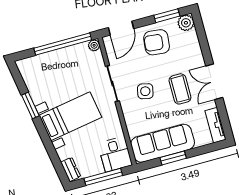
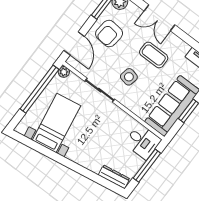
double door: (214, 82) -> (159, 18), moved
window: (30, 105) -> (51, 154), removed
bed with nightstands: (70, 116) -> (56, 123), moved
dresser: (71, 169) -> (114, 177), width x1.44

